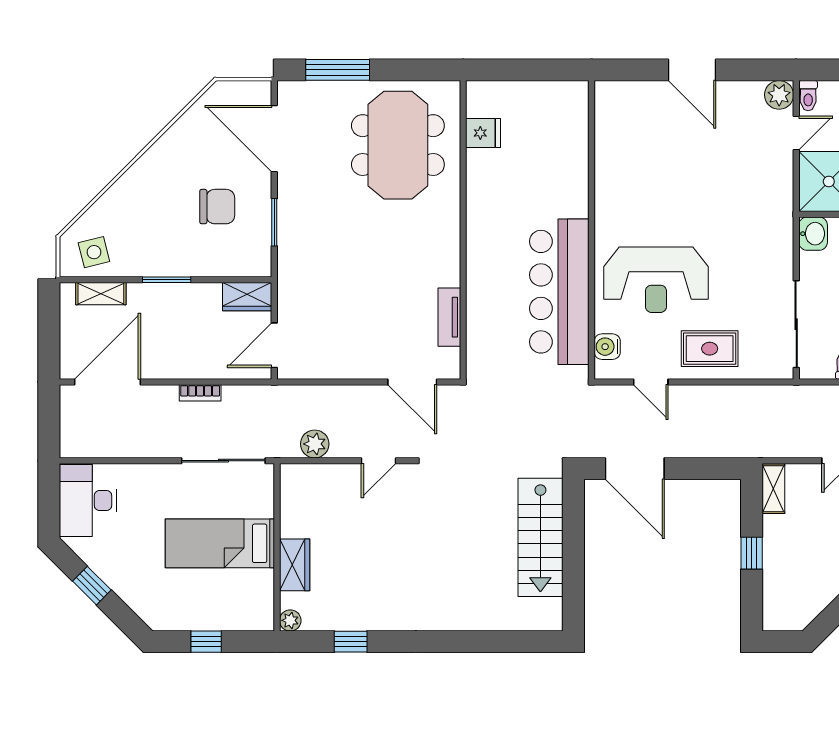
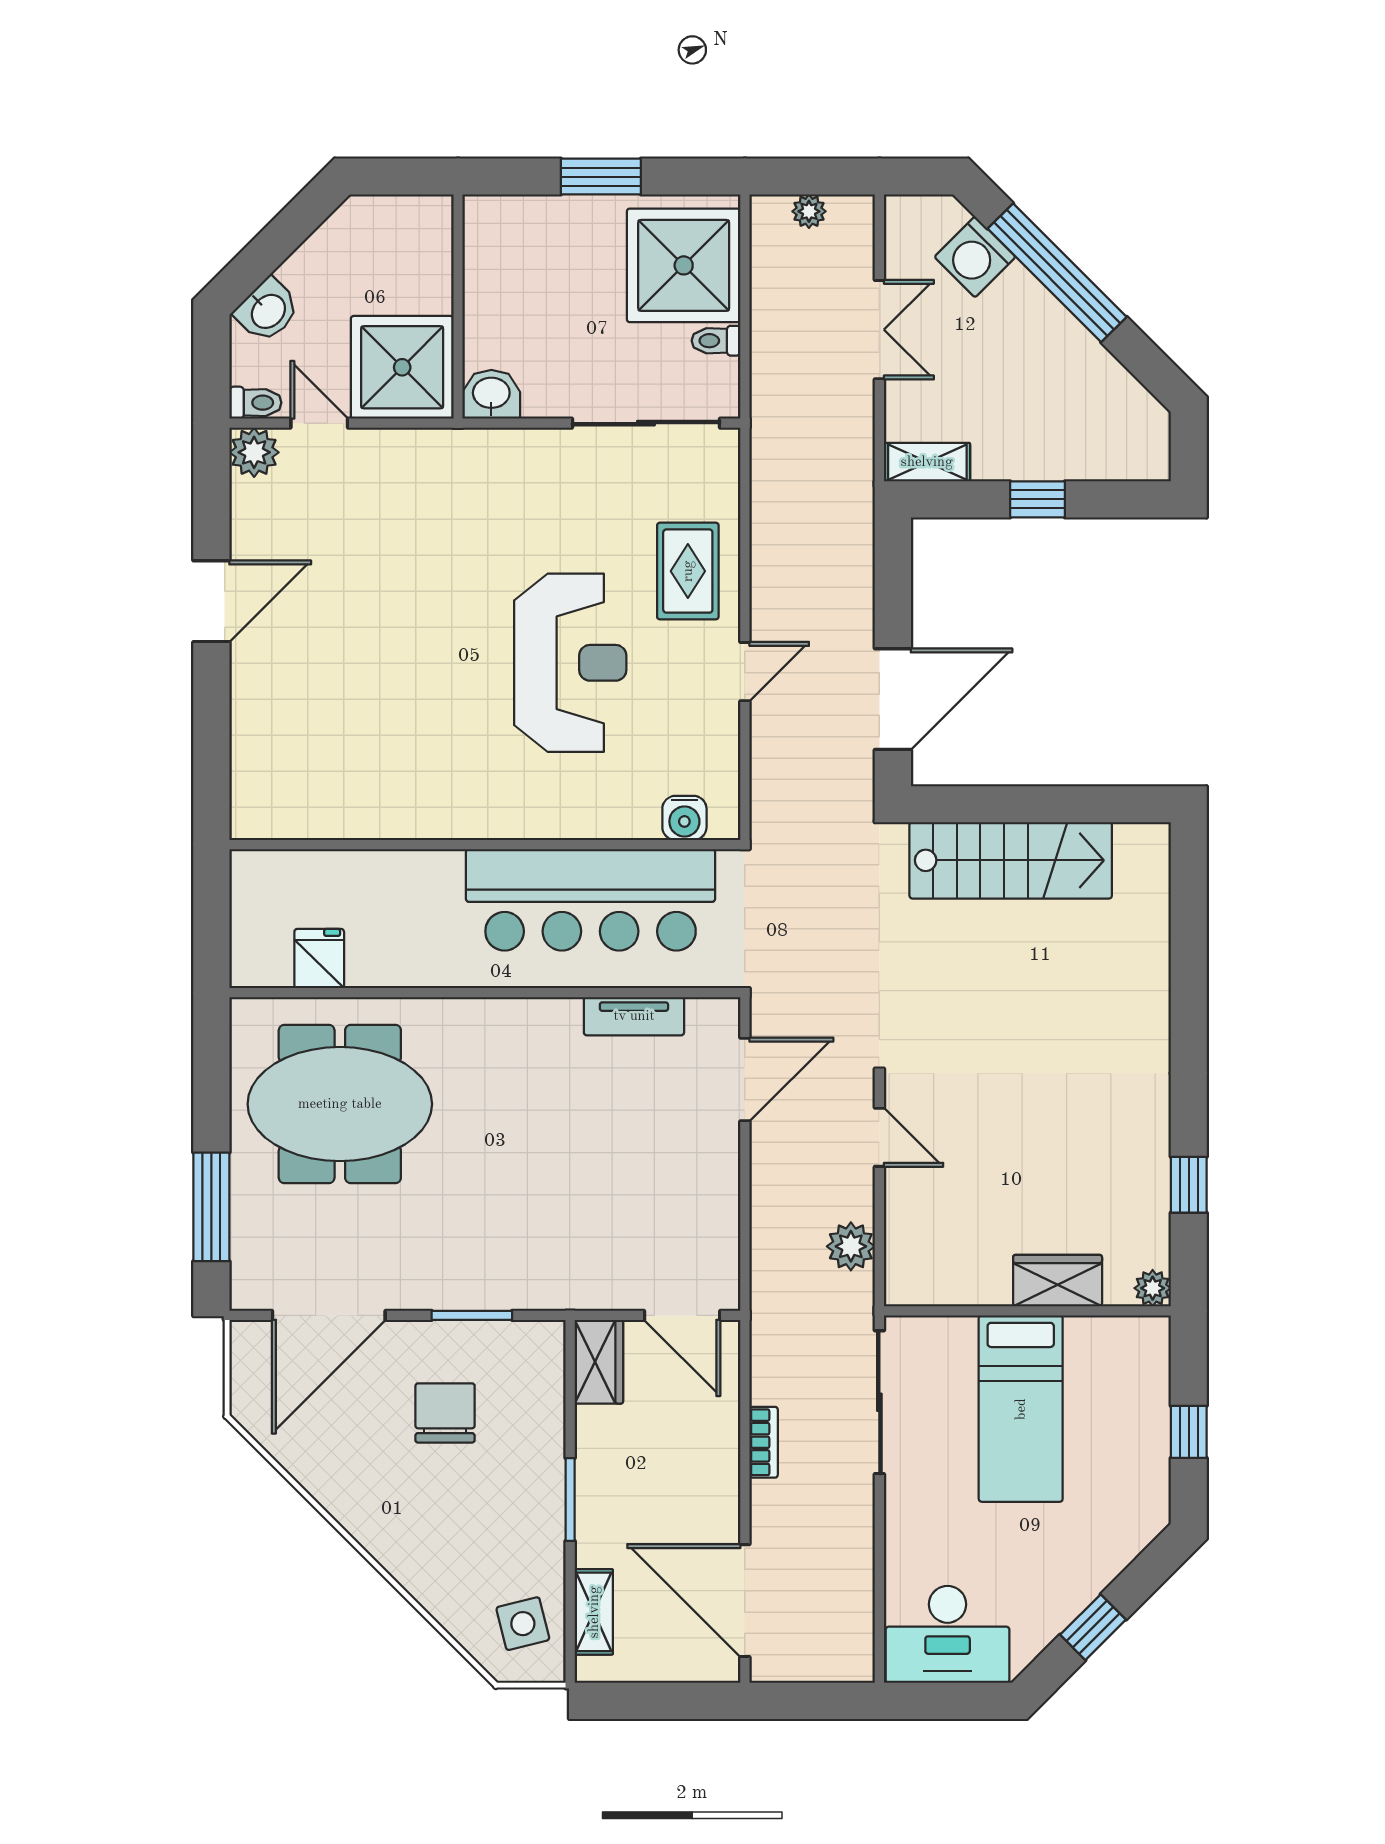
wall: (592, 230) -> (485, 845), moved
bar counter: (559, 292) -> (591, 900), moved
water cooler: (607, 347) -> (684, 818), moved

